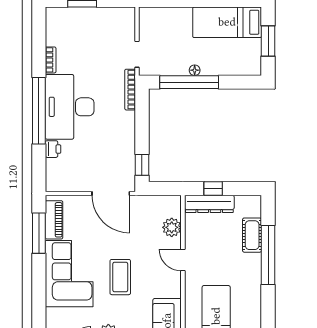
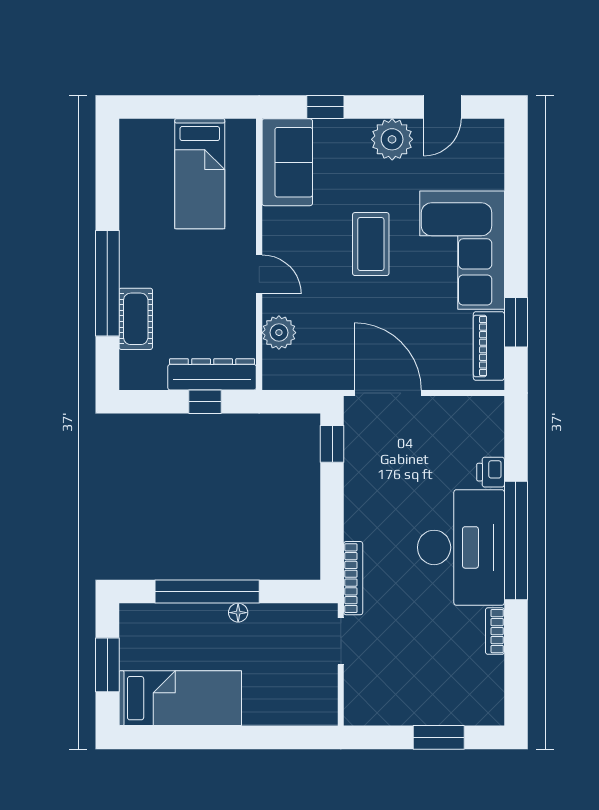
window: (189, 82) -> (207, 591), moved
window: (39, 233) -> (516, 322), width x0.69

